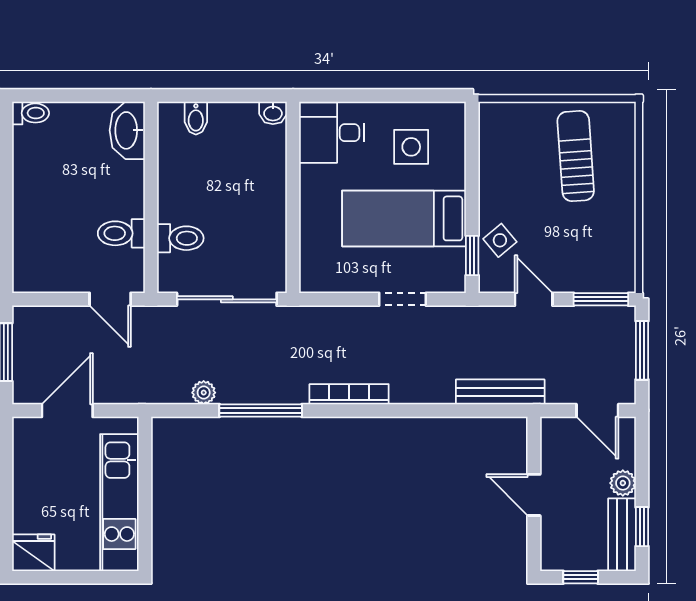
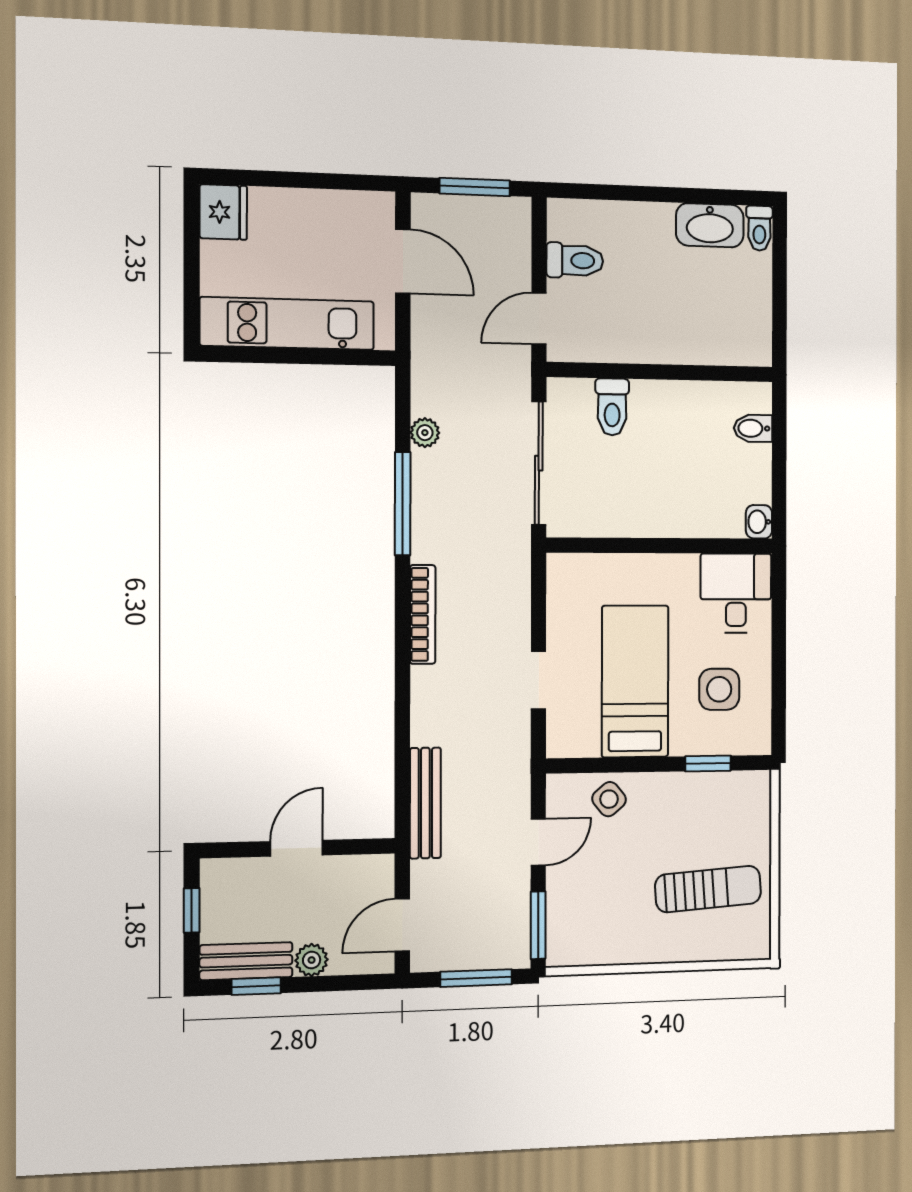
washbasin: (127, 130) -> (710, 225), moved, turned 180
toilet: (121, 233) -> (575, 260), moved, turned 90
window: (472, 255) -> (708, 763), moved

